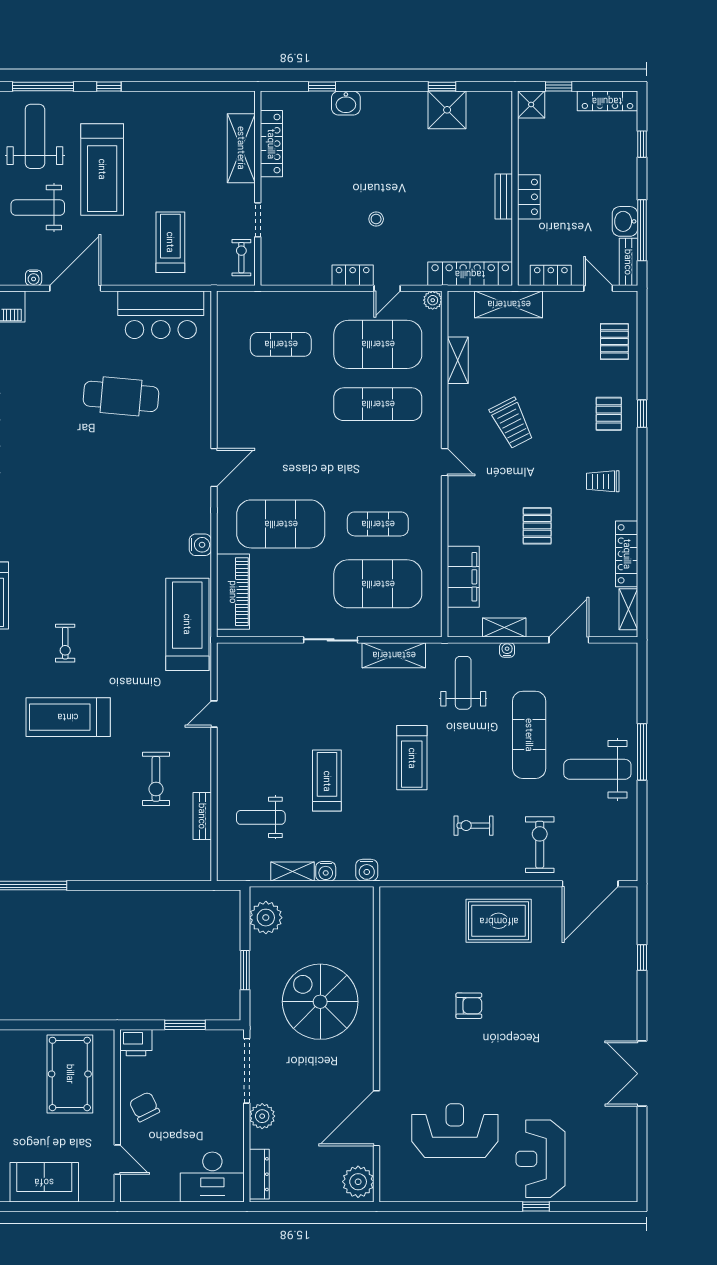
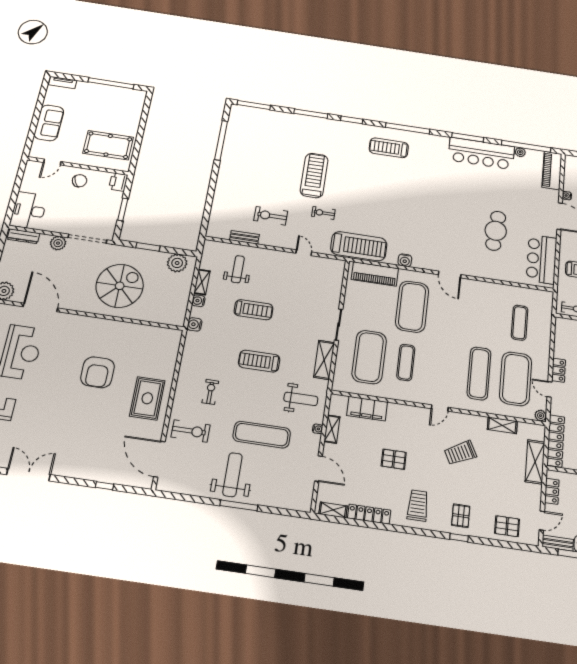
pallet: (609, 414) -> (461, 516), turned 90
trolley: (603, 481) -> (418, 505), width x1.36, depth x1.39
exercise bike: (65, 643) -> (323, 213), moved
armchair: (469, 1006) -> (98, 372), width x1.88, depth x1.88

